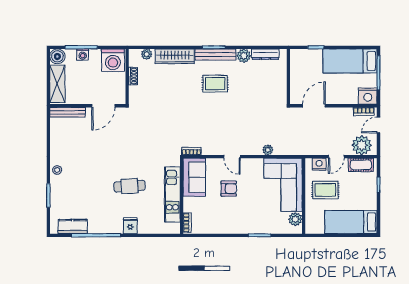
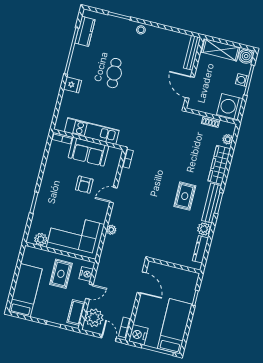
door: (336, 157) -> (89, 292), swing flipped
sofa: (194, 177) -> (88, 152), moved
cafe table: (130, 186) -> (114, 73), moved

